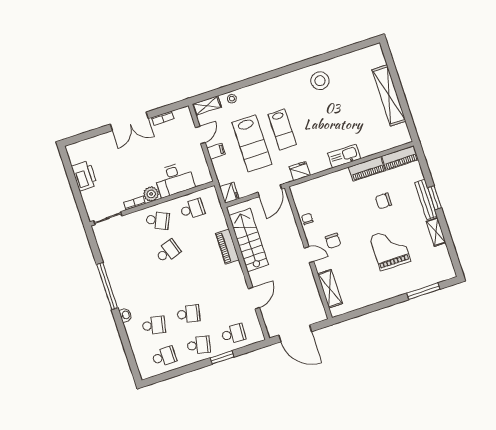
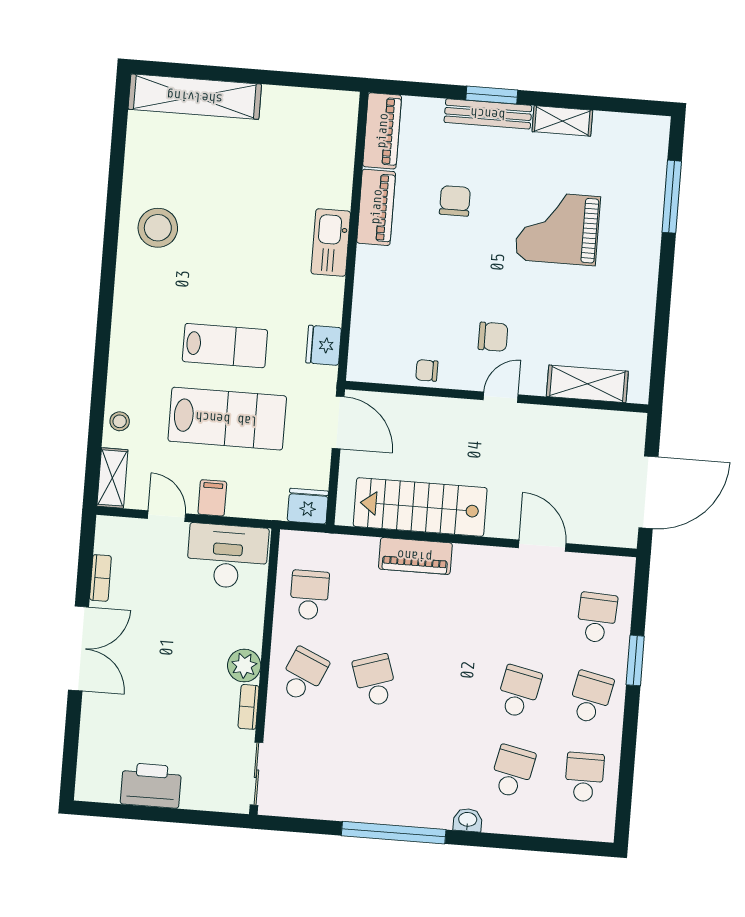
shelving: (389, 96) -> (195, 97), moved
desk: (174, 179) -> (227, 556), moved, turned -90
chair: (383, 201) -> (455, 201), turned 180

